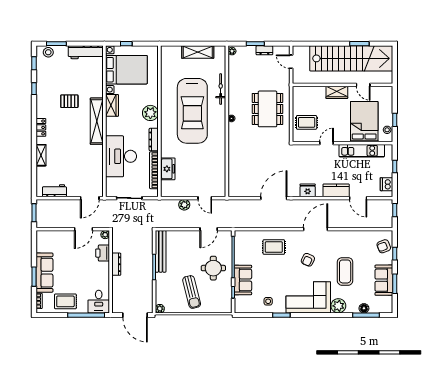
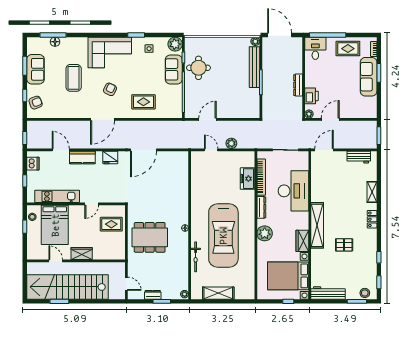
dining table: (267, 109) -> (150, 237), turned 90
car: (192, 111) -> (223, 236), turned 180
bench: (161, 251) -> (255, 67), moved
round table: (213, 268) -> (198, 68), moved
sun lounger: (192, 292) -> (224, 58), removed
plant: (338, 306) -> (175, 44), moved

